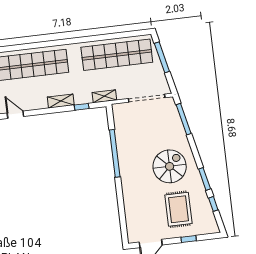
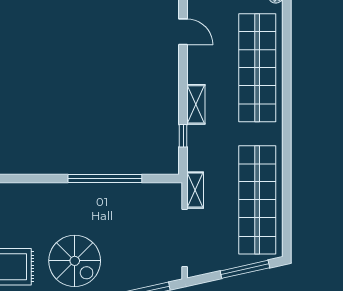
shelving: (104, 96) -> (195, 190), moved
door: (15, 115) -> (183, 32), hinge flipped

